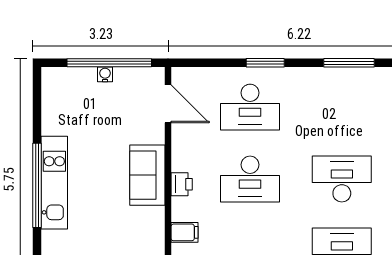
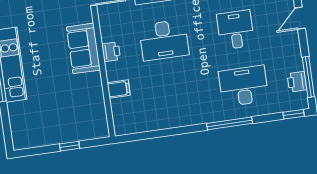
desk: (342, 179) -> (236, 30), width x0.73

